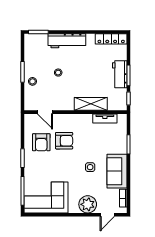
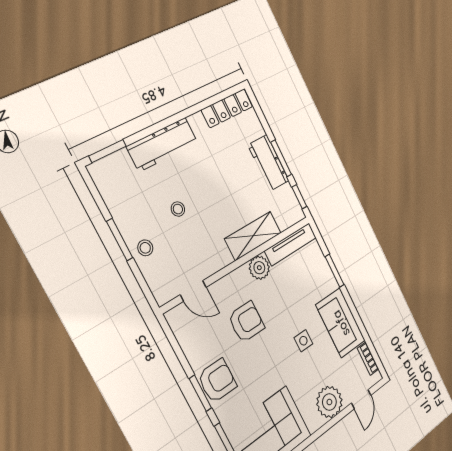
tv unit: (105, 118) -> (291, 244), width x1.41
plant: (86, 120) -> (259, 268), added
armchair: (41, 142) -> (217, 381), moved, turned -90

